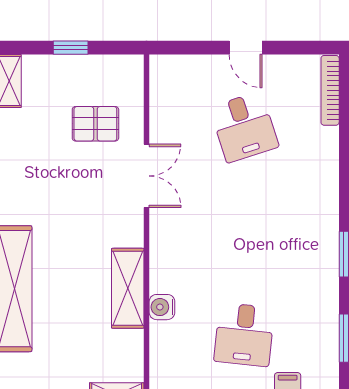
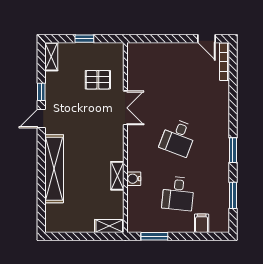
door: (246, 48) -> (207, 39), moved
desk: (244, 127) -> (178, 137), moved, turned 39
shelving: (128, 288) -> (117, 176), width x0.67, depth x0.75

